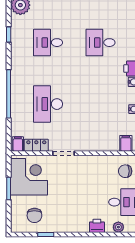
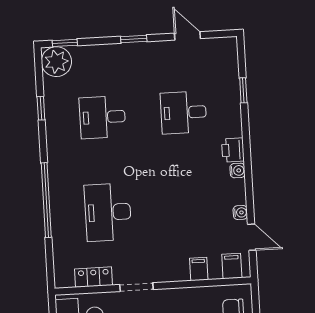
filing cabinet: (18, 144) -> (199, 269), moved

